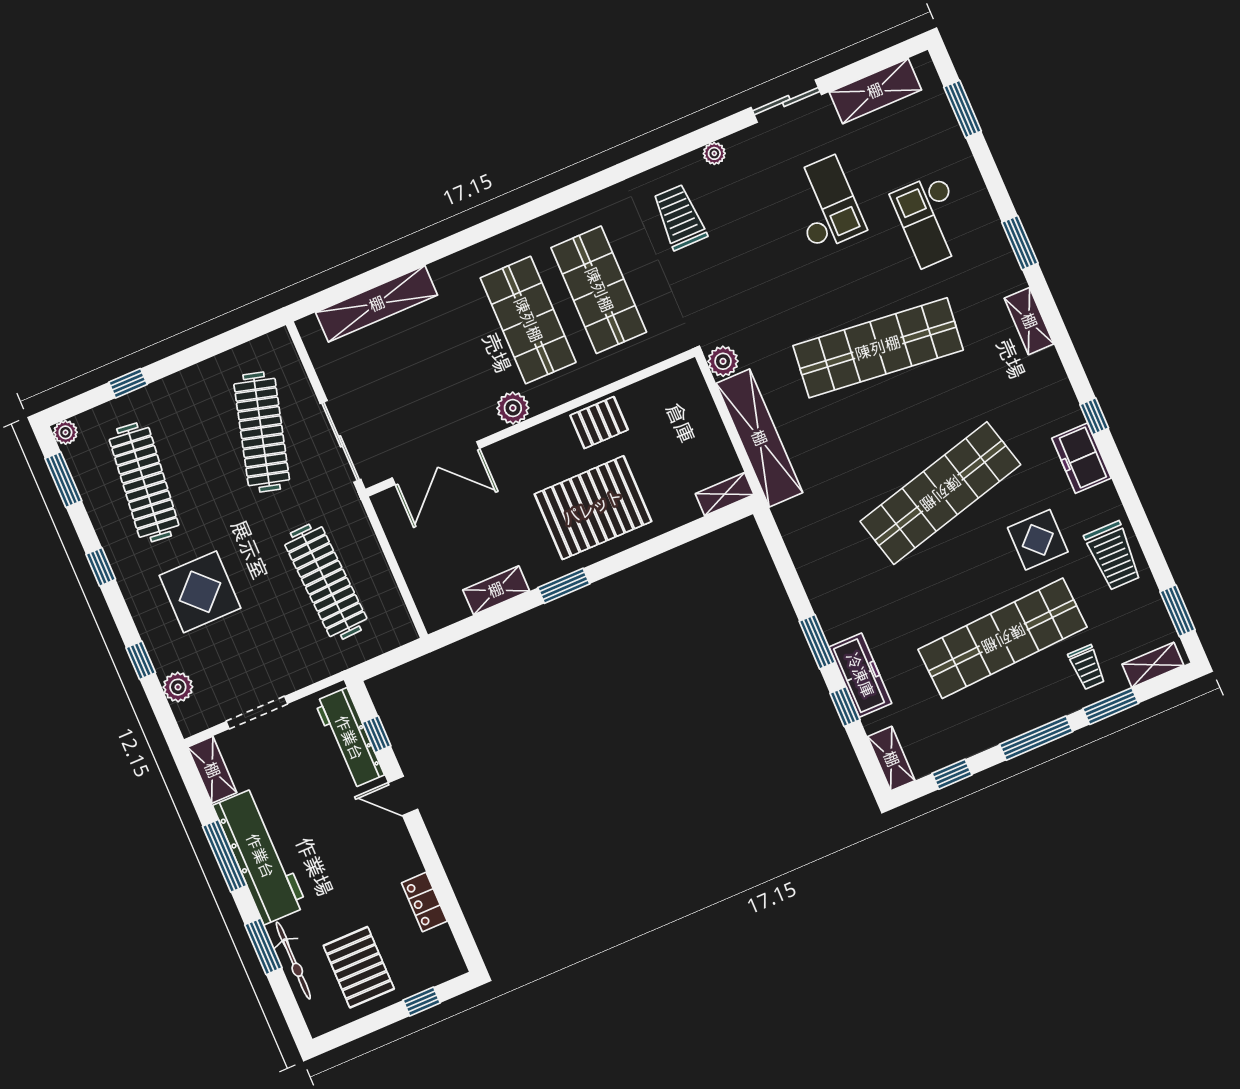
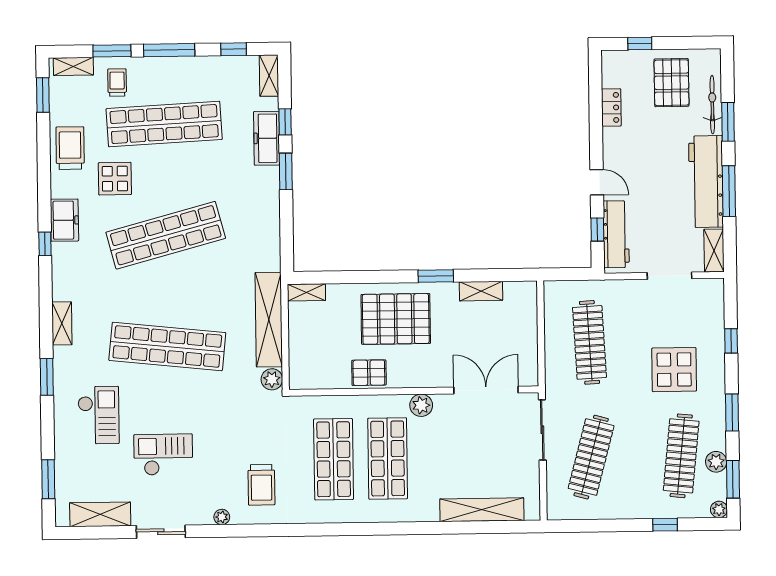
checkout: (825, 204) -> (163, 455), turned 90
window: (101, 567) -> (732, 412), width x1.50
plant: (178, 687) -> (716, 462), moved

